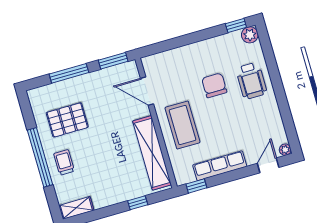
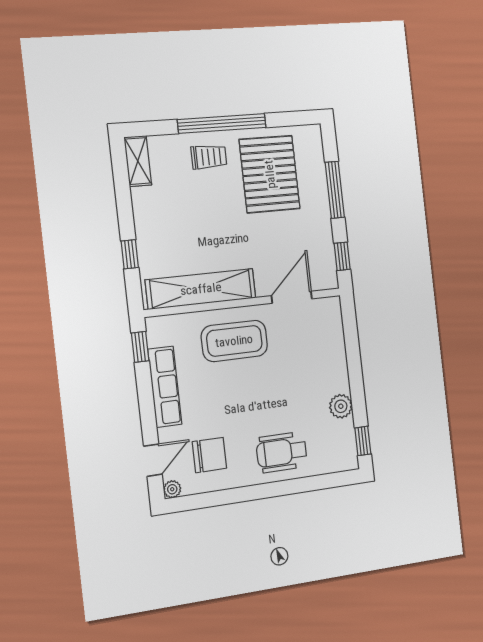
plant: (250, 35) -> (341, 406), moved
window: (113, 61) -> (342, 256), width x0.67
chair: (214, 85) -> (209, 455), moved
pallet: (67, 120) -> (270, 174), width x1.37, depth x1.41
door: (268, 165) -> (153, 460), hinge flipped

